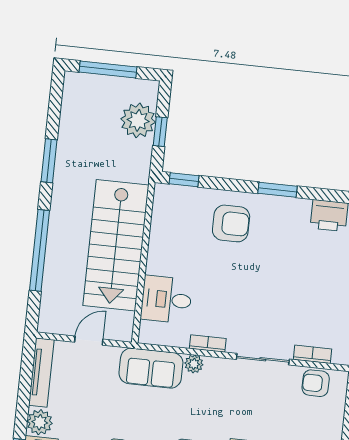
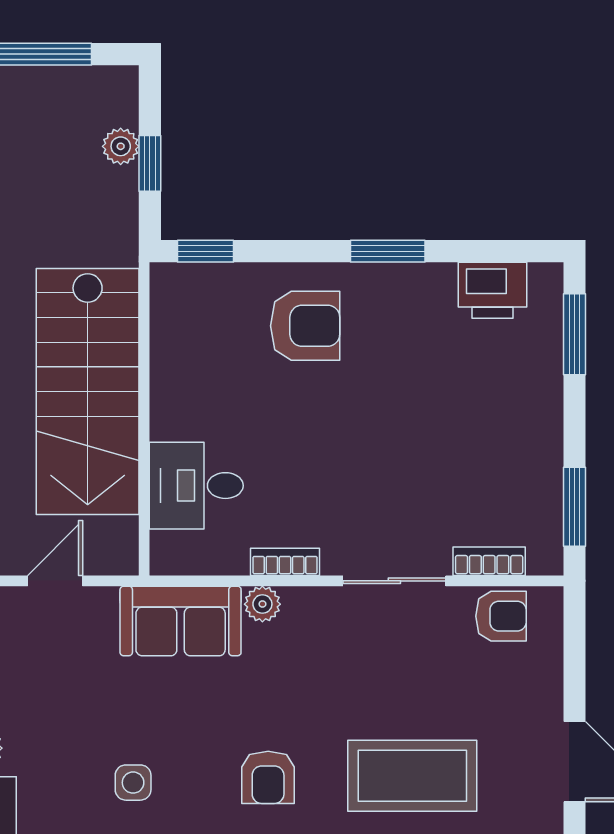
plant: (138, 120) -> (121, 146), width x0.53, depth x0.53
armchair: (316, 383) -> (501, 616), turned 180

